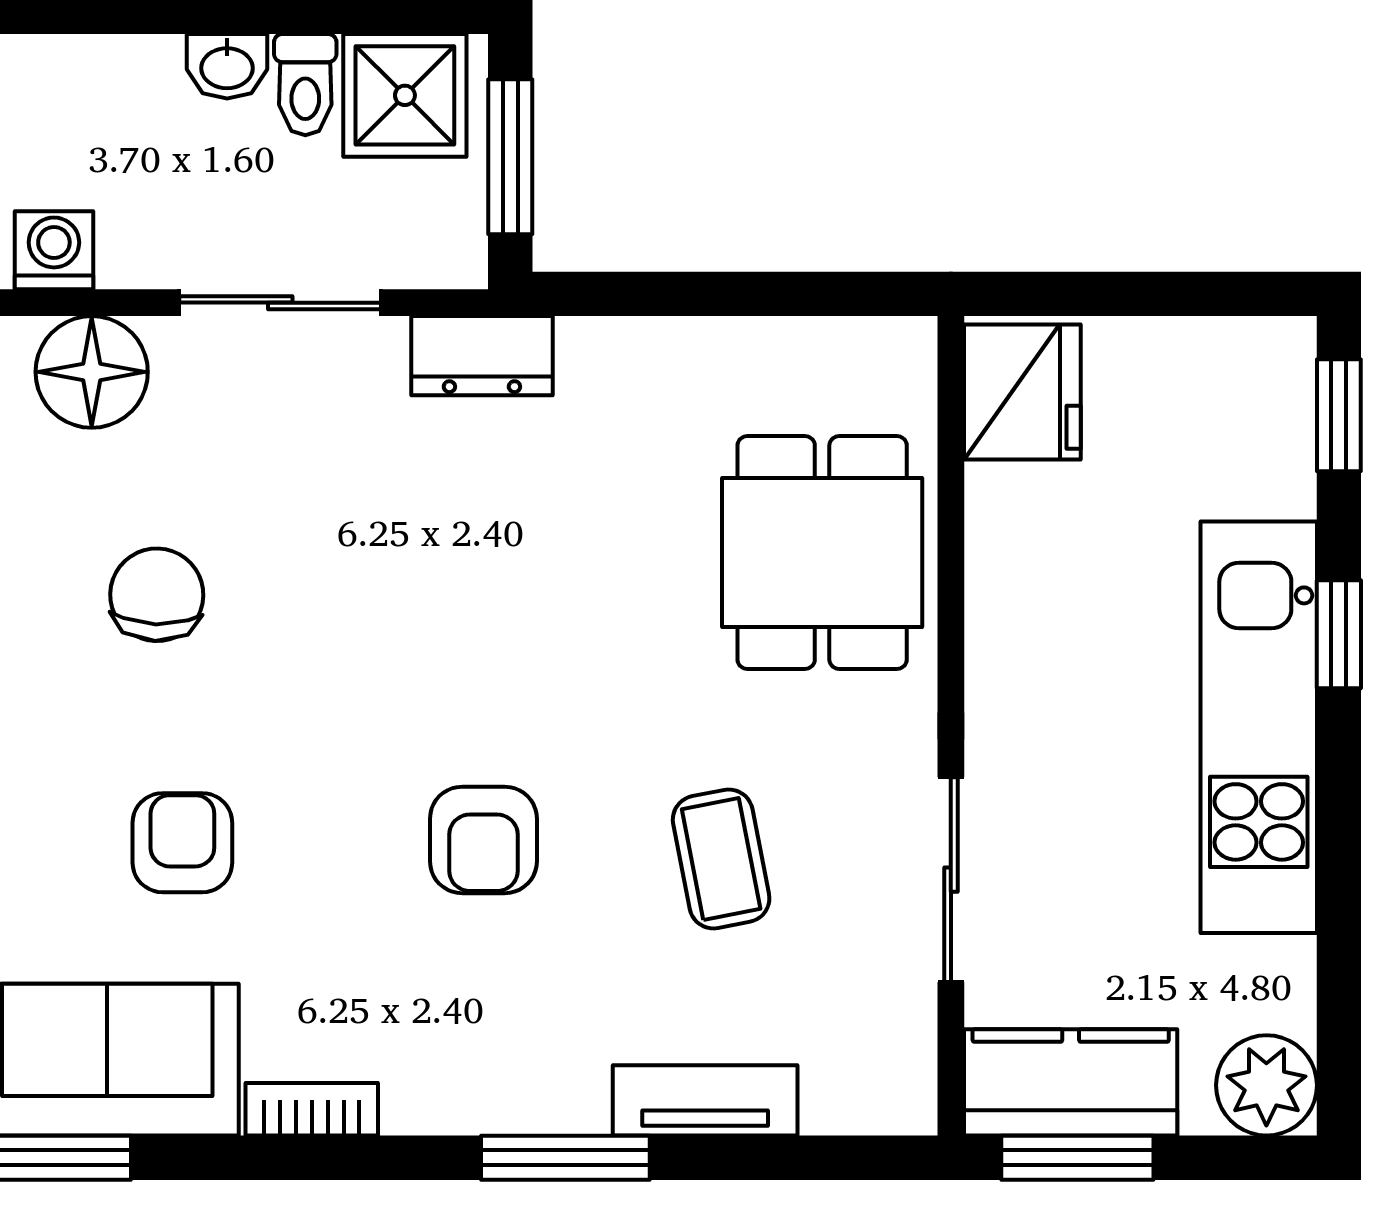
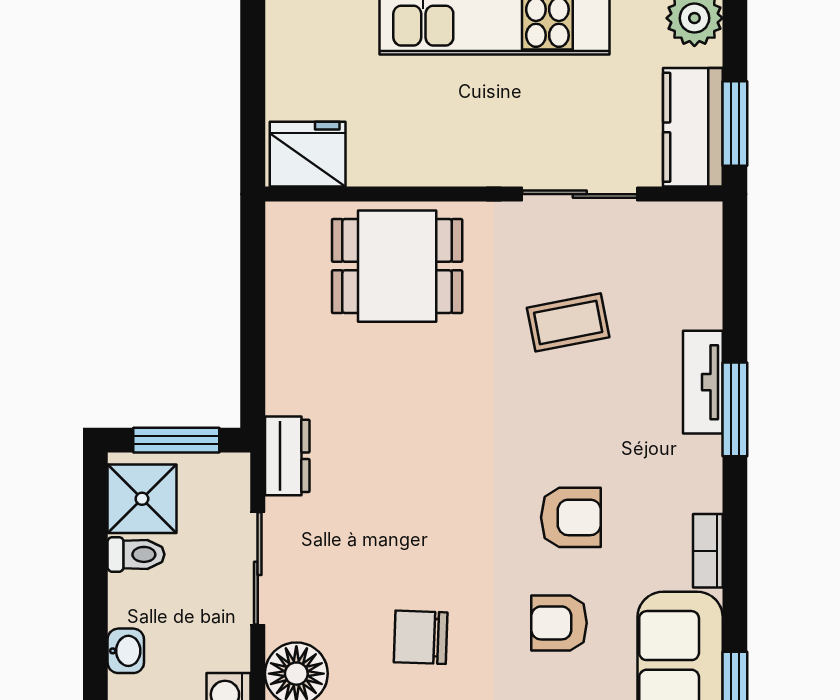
washbasin: (227, 66) -> (126, 651), moved
armchair: (483, 840) -> (571, 517), moved
tv unit: (705, 1100) -> (703, 382), moved

